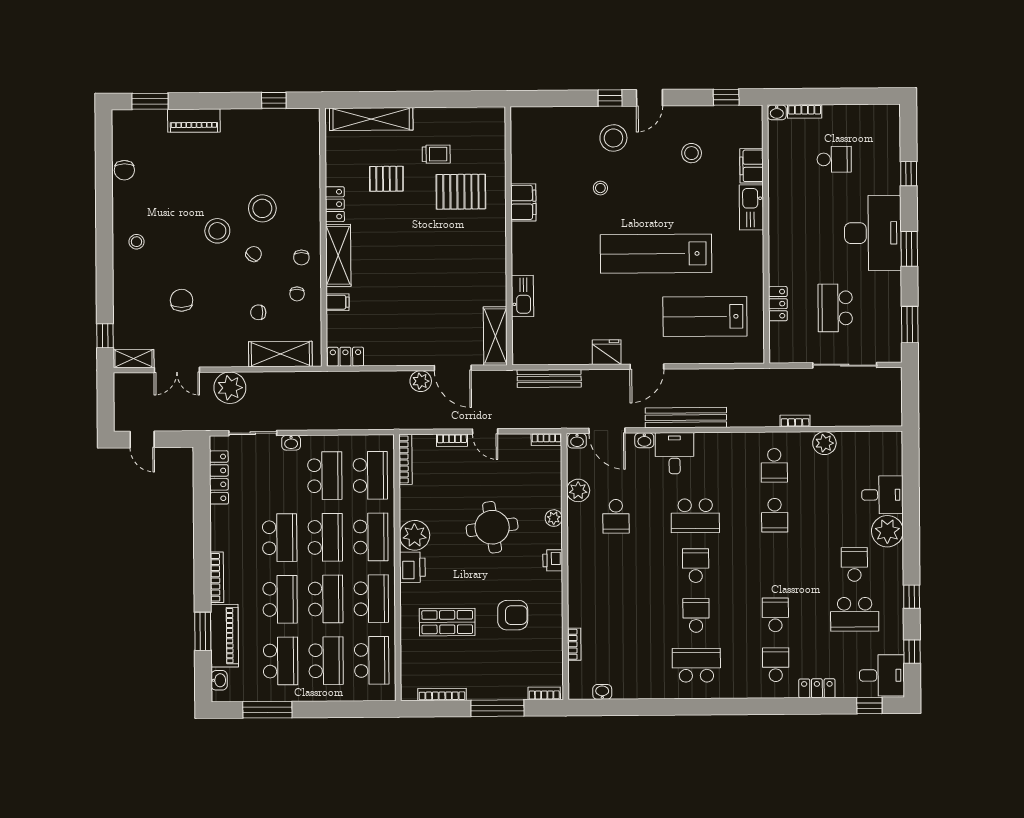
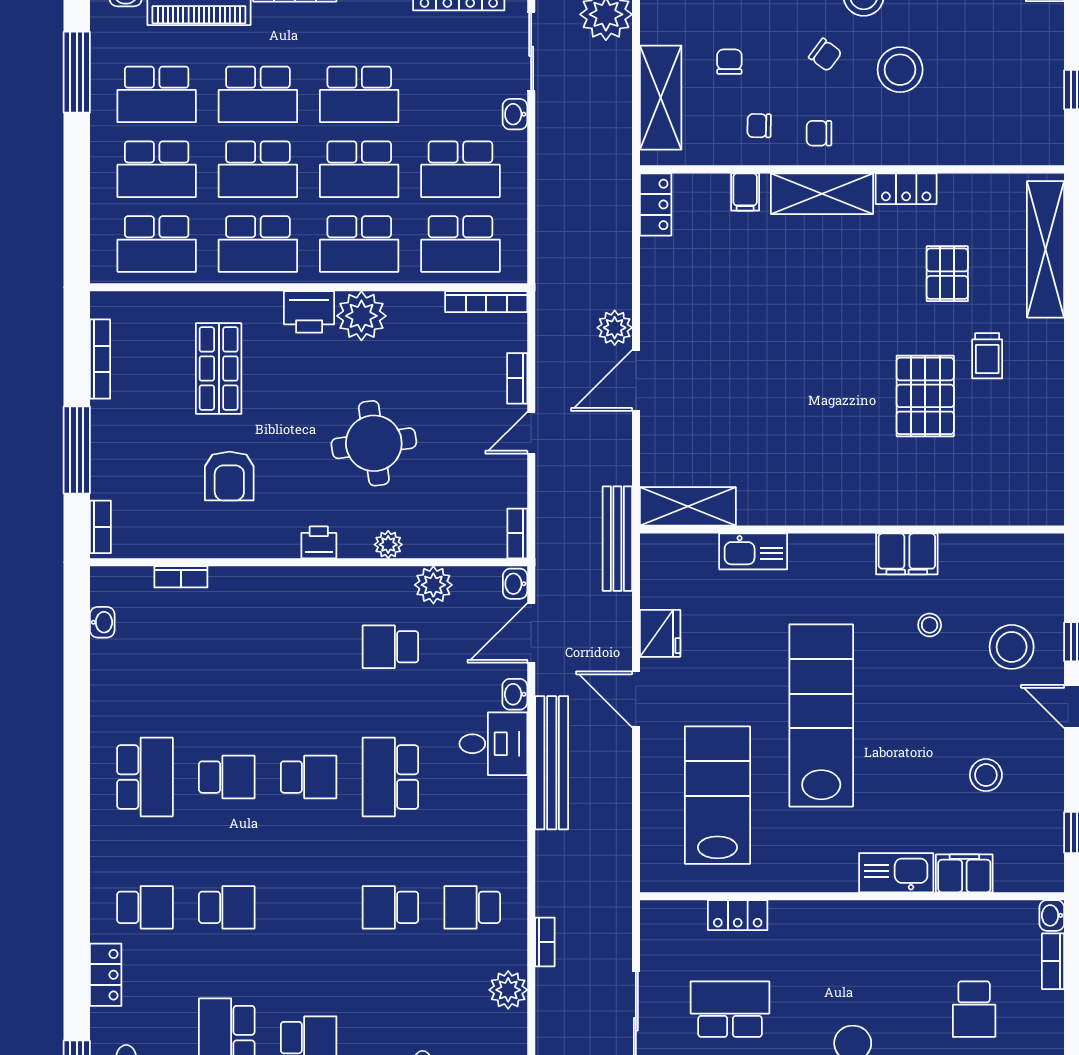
filing cabinet: (523, 202) -> (907, 554), moved
wall: (509, 236) -> (852, 530), moved
kitchen sink: (522, 296) -> (753, 551), moved
shelving: (495, 336) -> (688, 506), moved

